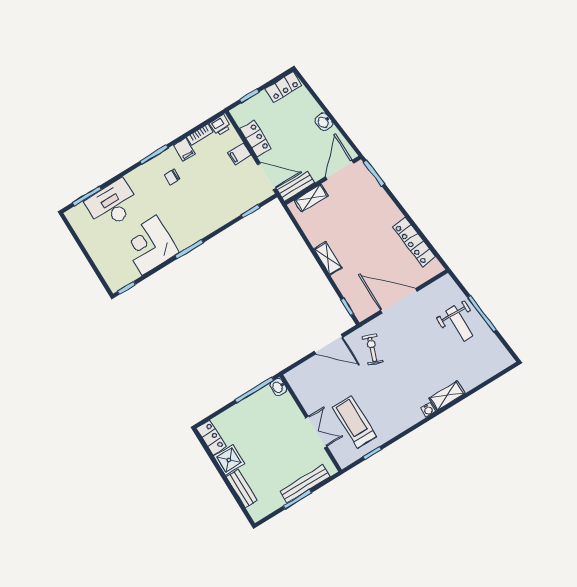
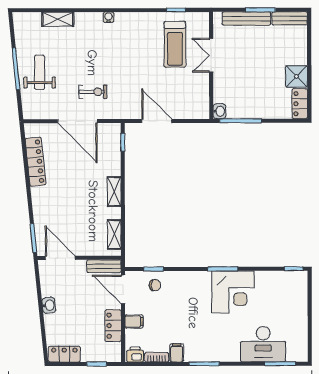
door: (339, 170) -> (60, 258), swing flipped
chair: (172, 177) -> (155, 285), moved
shelving: (311, 198) -> (114, 234), moved, turned 90
corner desk: (149, 245) -> (233, 292), moved
exercise bike: (372, 349) -> (93, 92), moved, turned -109
shelving: (447, 396) -> (58, 19), moved
bench: (242, 489) -> (290, 18), moved, turned 90

